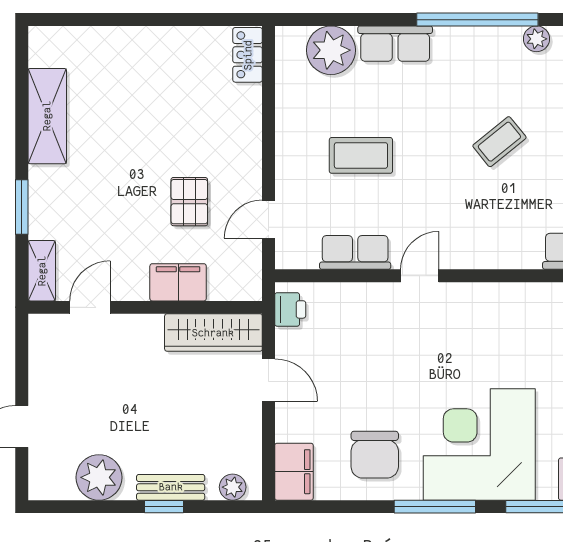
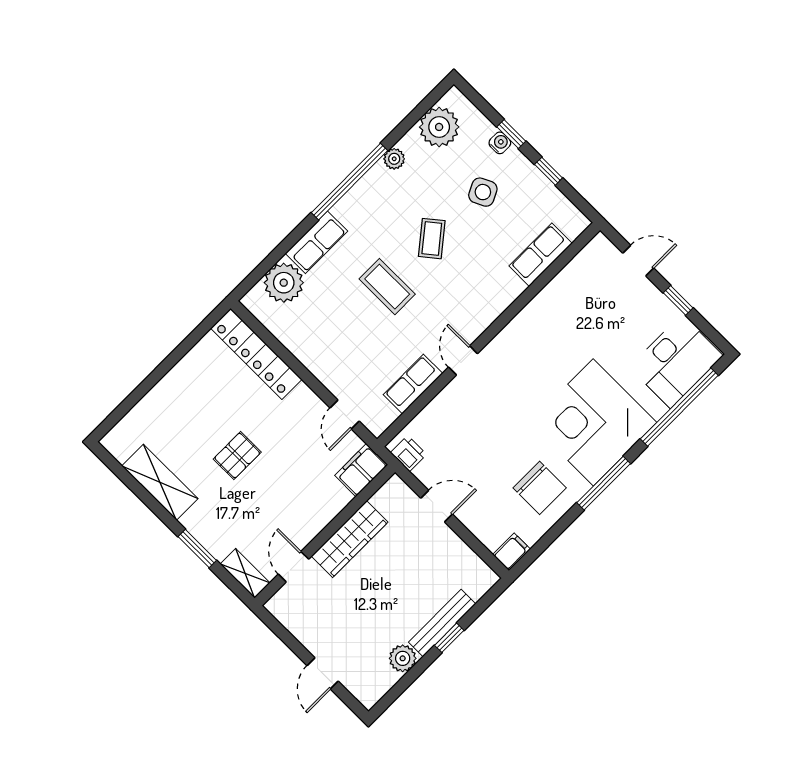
locker: (248, 55) -> (256, 354), width x2.16, depth x1.21
coffee table: (361, 155) -> (387, 287), moved, turned 90
pallet: (189, 202) -> (237, 456), moved, turned 90
filing cabinet: (178, 282) -> (361, 470), moved
wardrobe: (213, 333) -> (350, 539), moved
filing cabinet: (294, 472) -> (512, 552), width x0.50
plant: (99, 477) -> (403, 658), width x0.73, depth x0.73
bench: (171, 487) -> (442, 623), width x1.36
plant: (233, 487) -> (477, 588), removed

